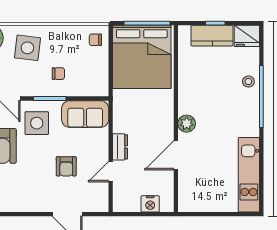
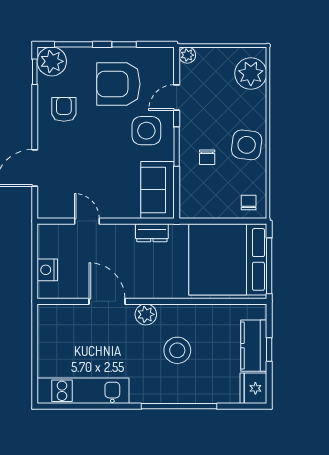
side table: (27, 48) -> (247, 145), moved
stool: (248, 81) -> (177, 350), moved, width x1.89, depth x1.89
dresser: (120, 147) -> (152, 233), moved
armchair: (66, 166) -> (64, 109), moved, turned 90

